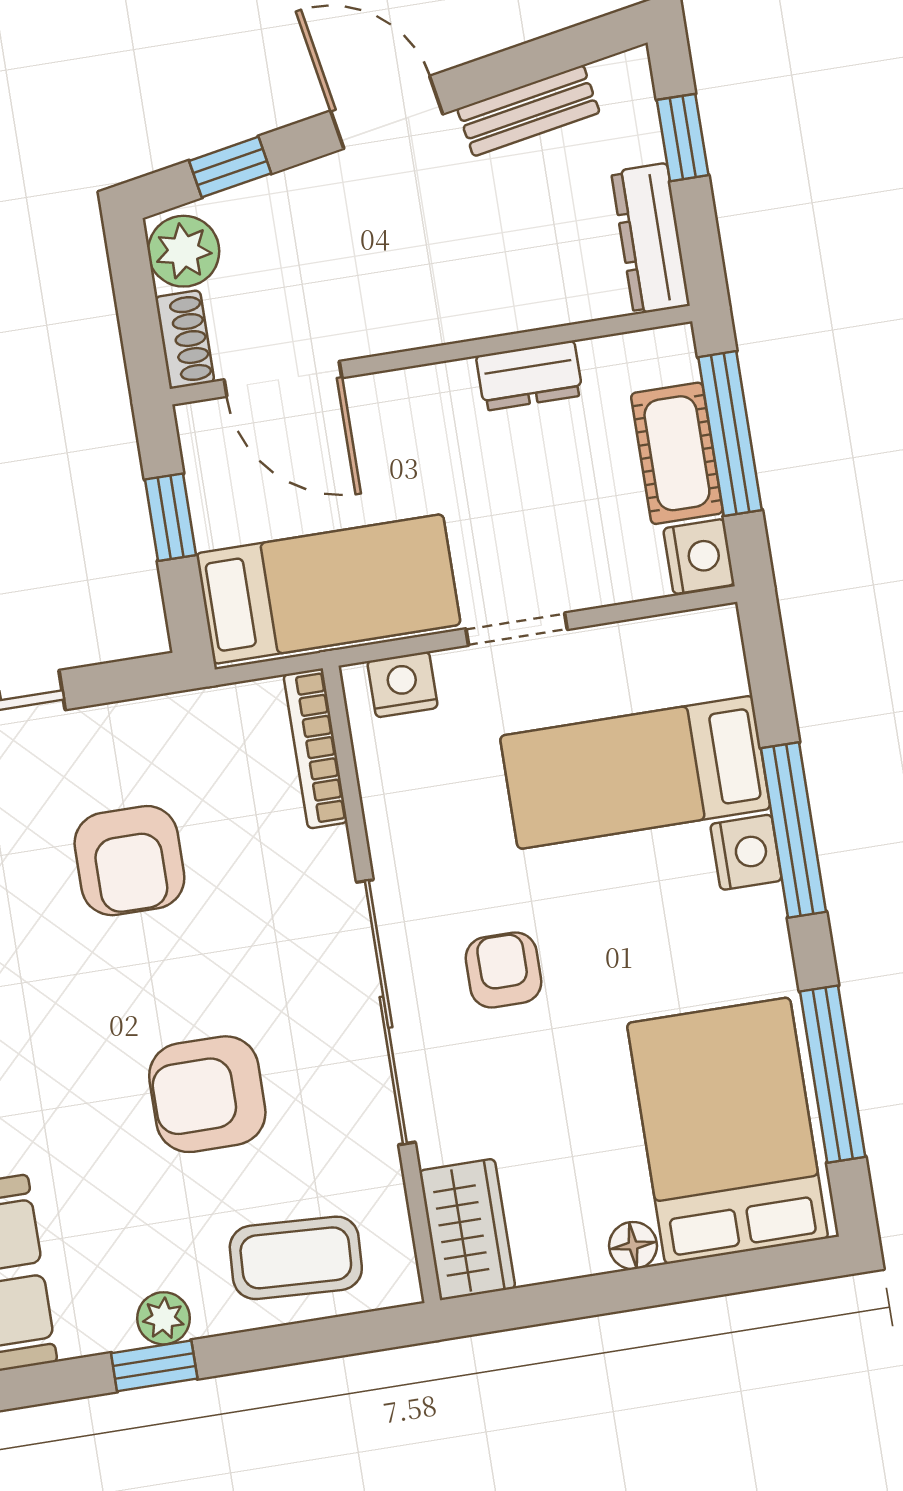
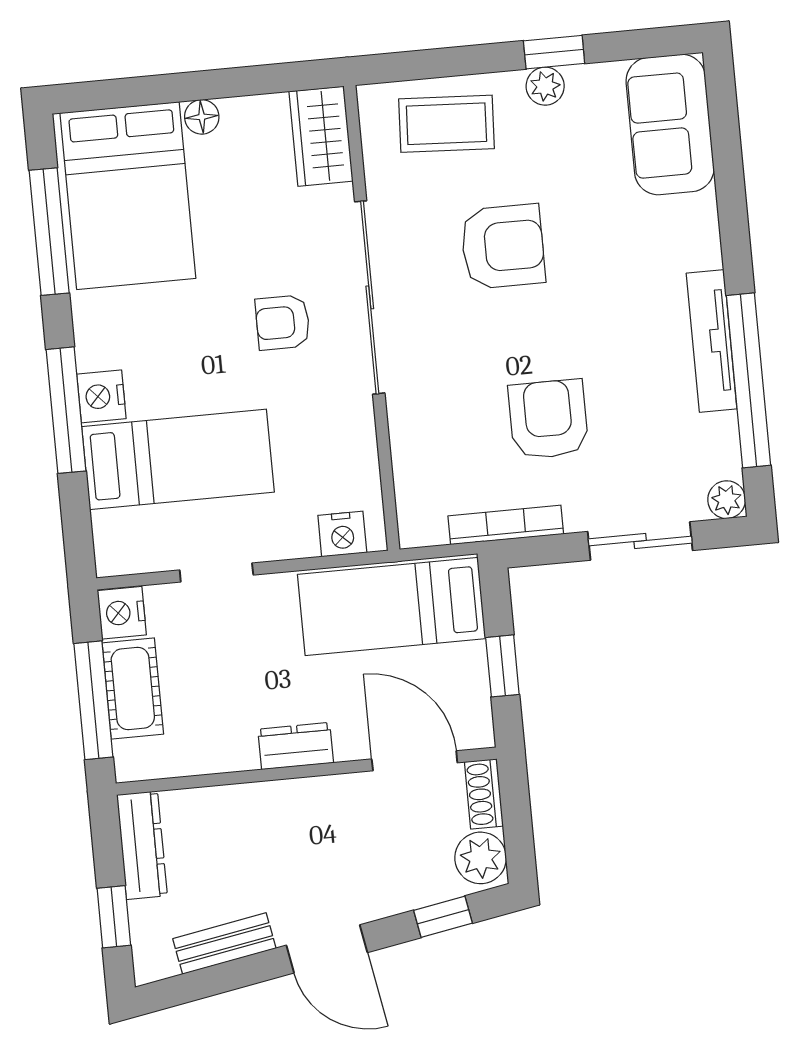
dresser: (529, 376) -> (296, 746), moved
doorway: (517, 629) -> (216, 573), moved
bookcase: (316, 748) -> (506, 525), moved, turned -90
armchair: (503, 970) -> (283, 322), turned 90

